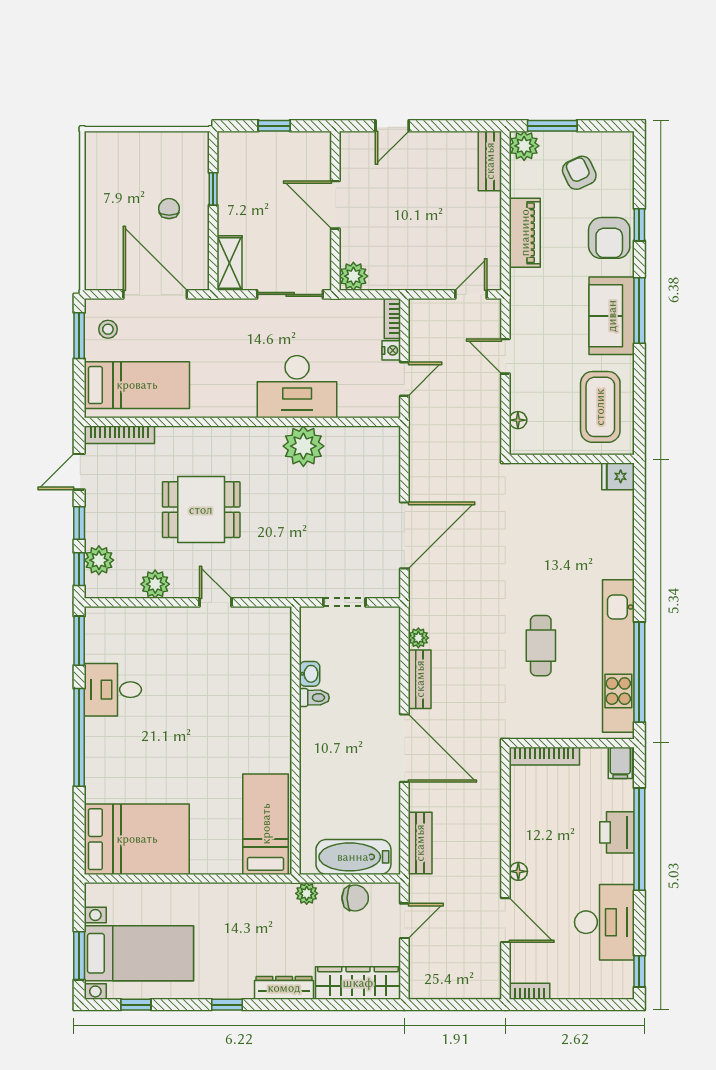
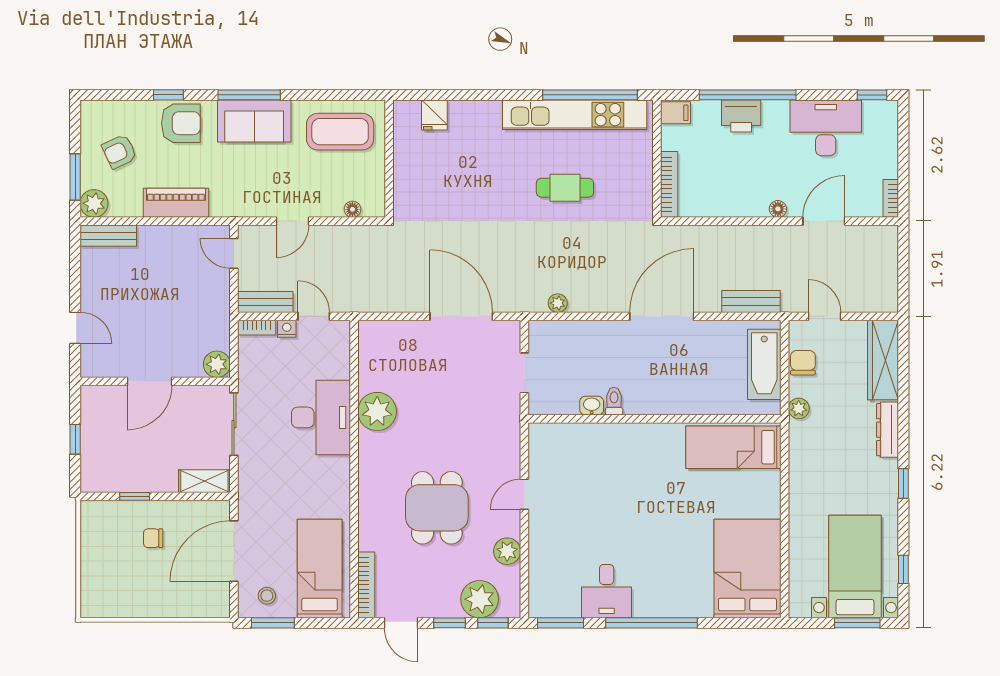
fridge: (618, 476) -> (434, 115), moved
plant: (99, 560) -> (480, 599), width x1.36, depth x1.36
bench: (420, 679) -> (265, 302), moved

